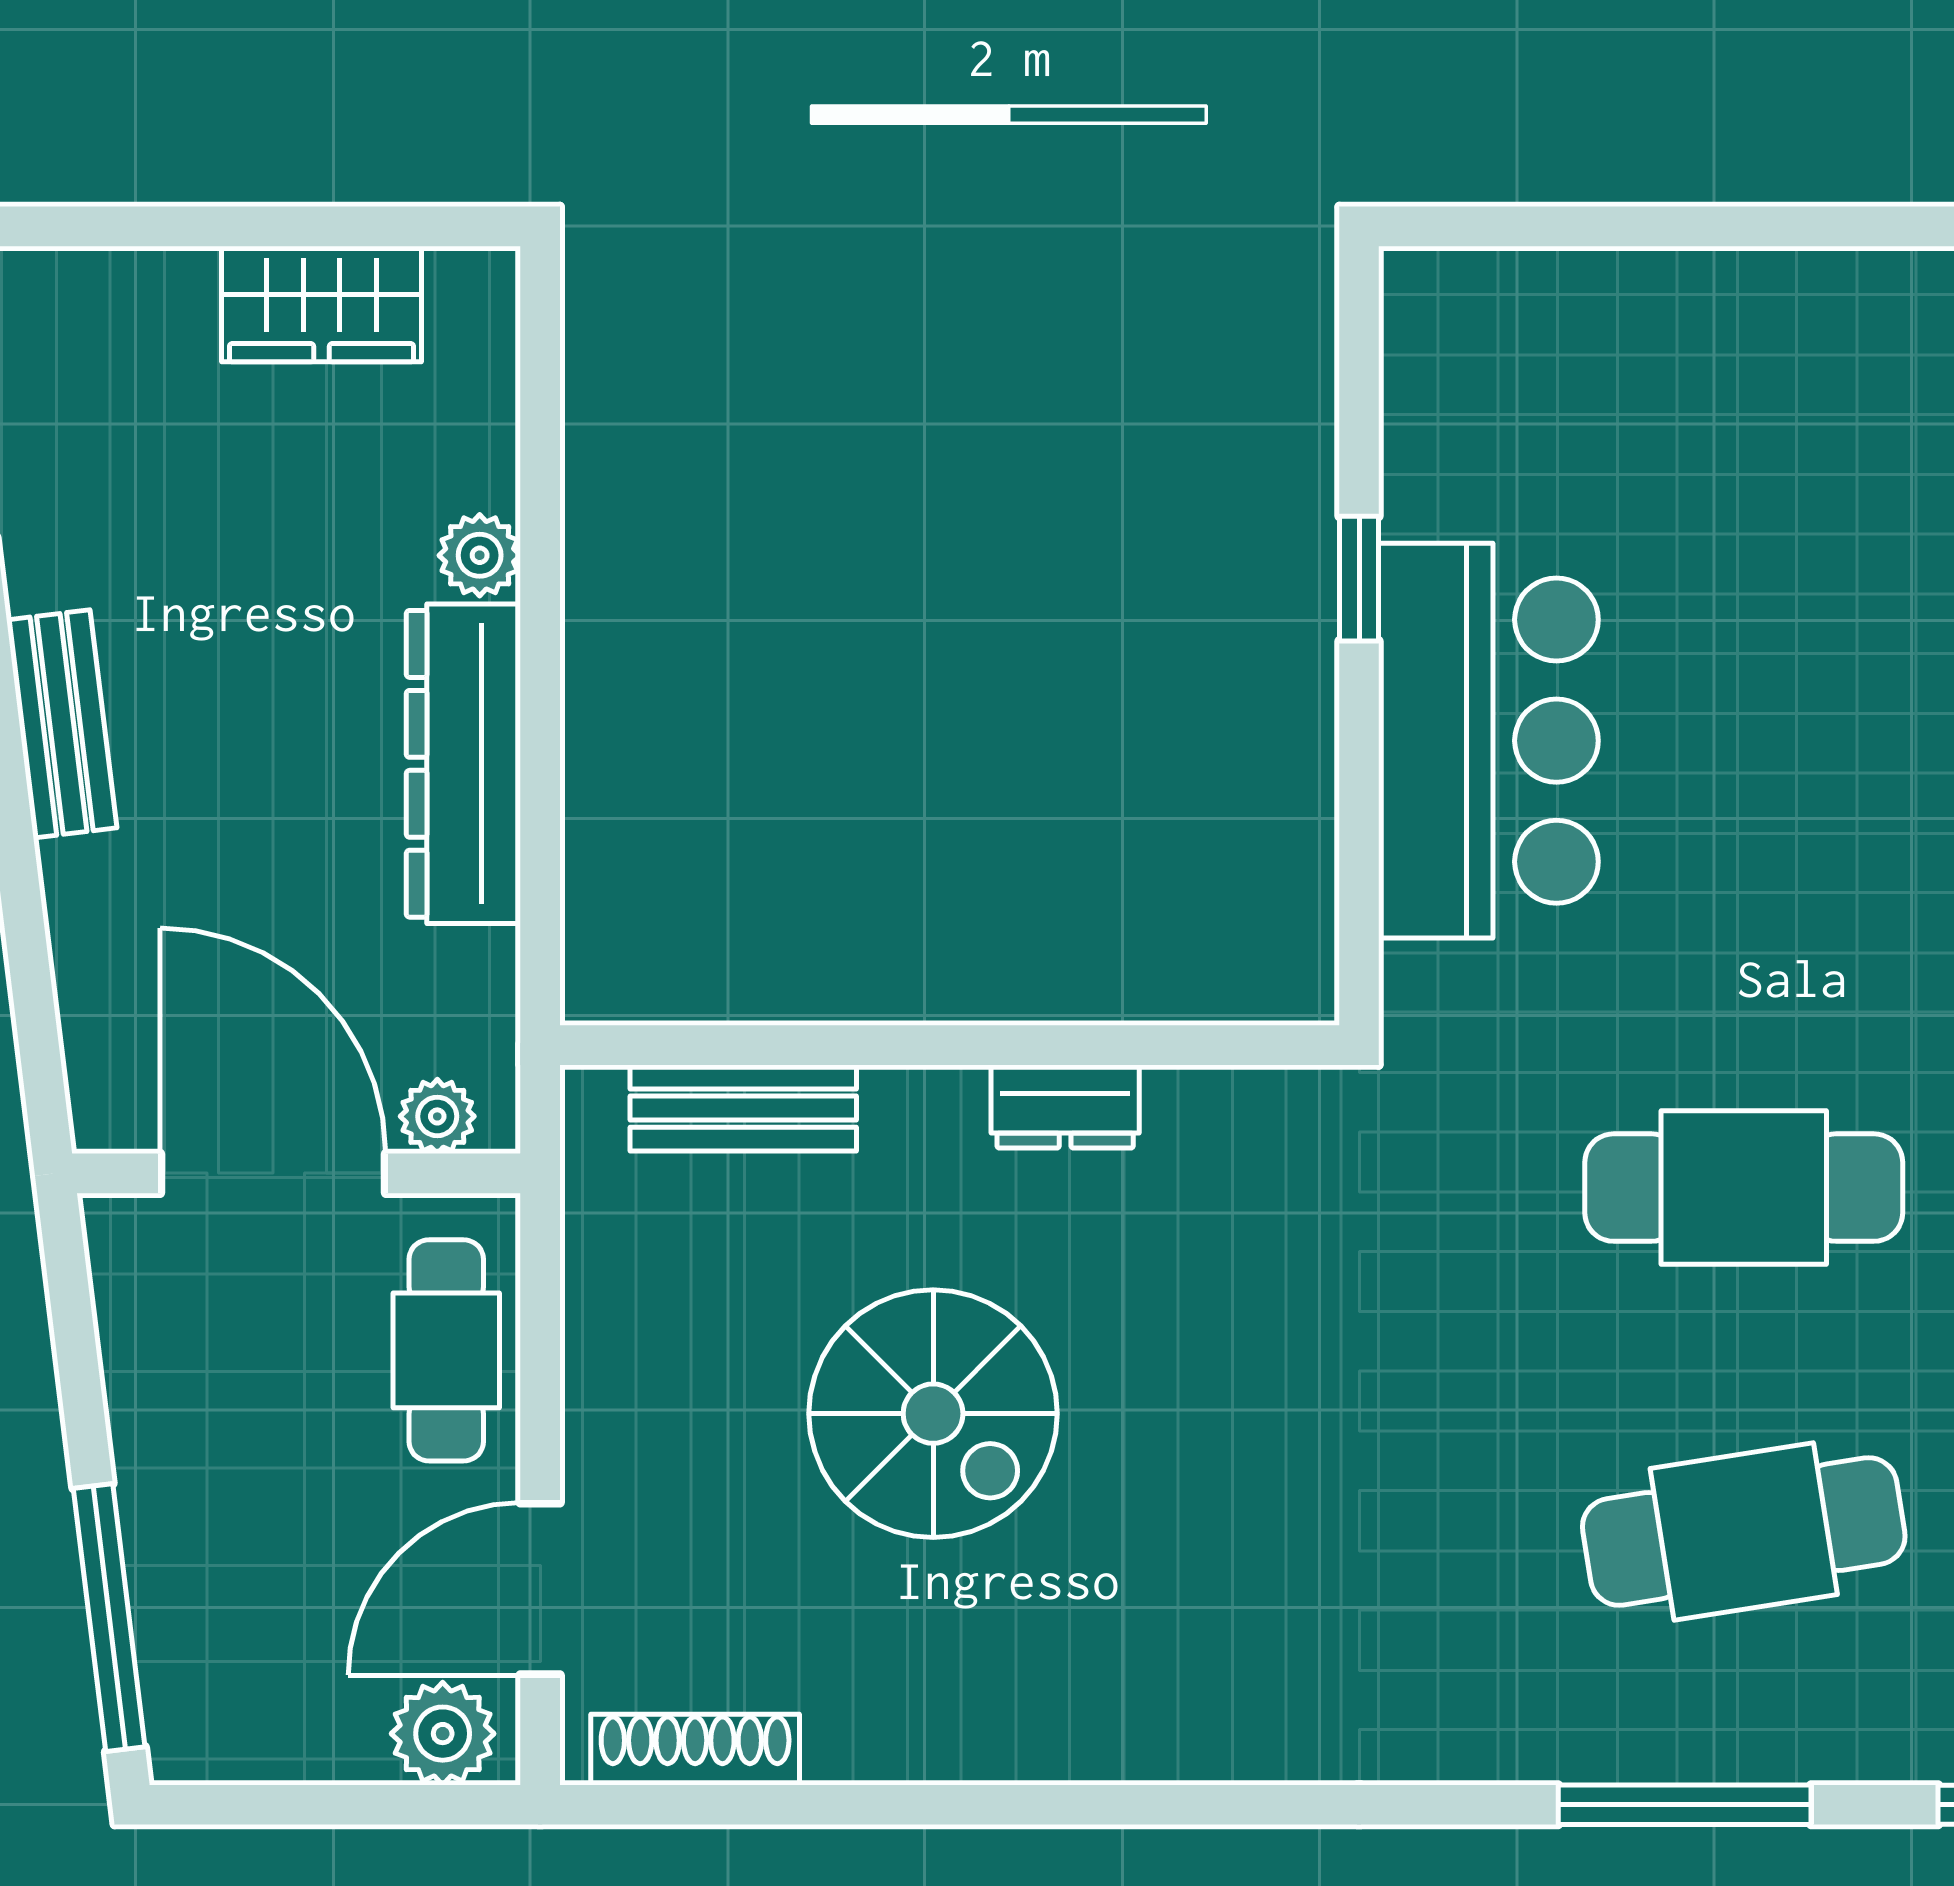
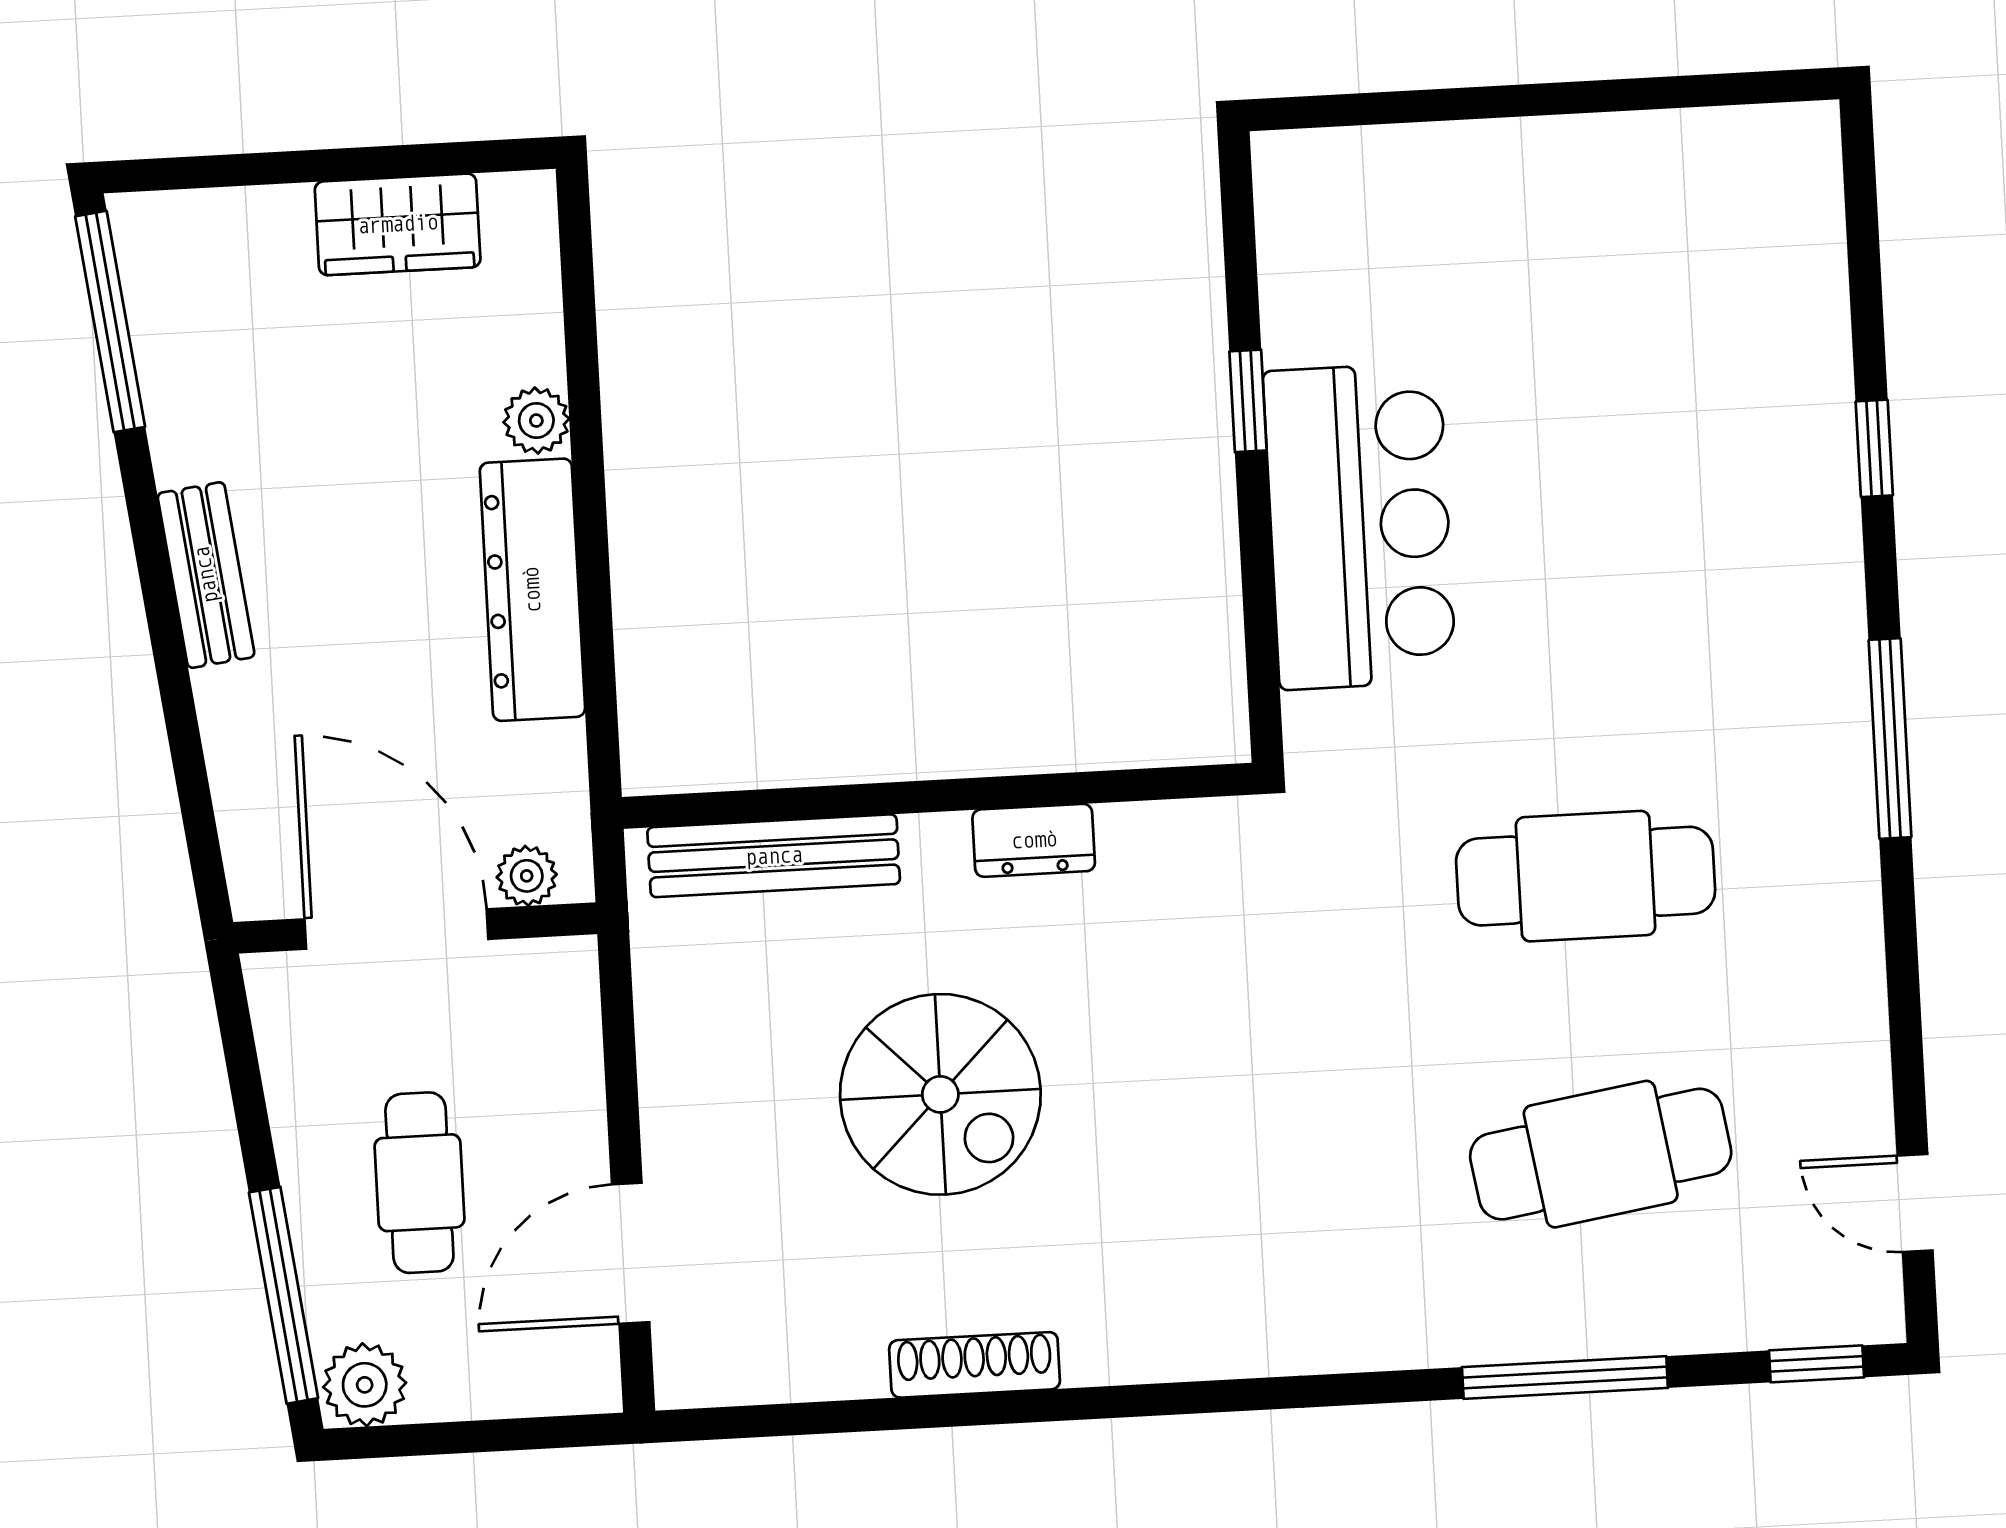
bench: (743, 1108) -> (774, 856), width x1.36
cafe table: (446, 1350) -> (419, 1183), moved
plant: (443, 1734) -> (365, 1385), moved
shoe rack: (695, 1750) -> (975, 1365), moved

